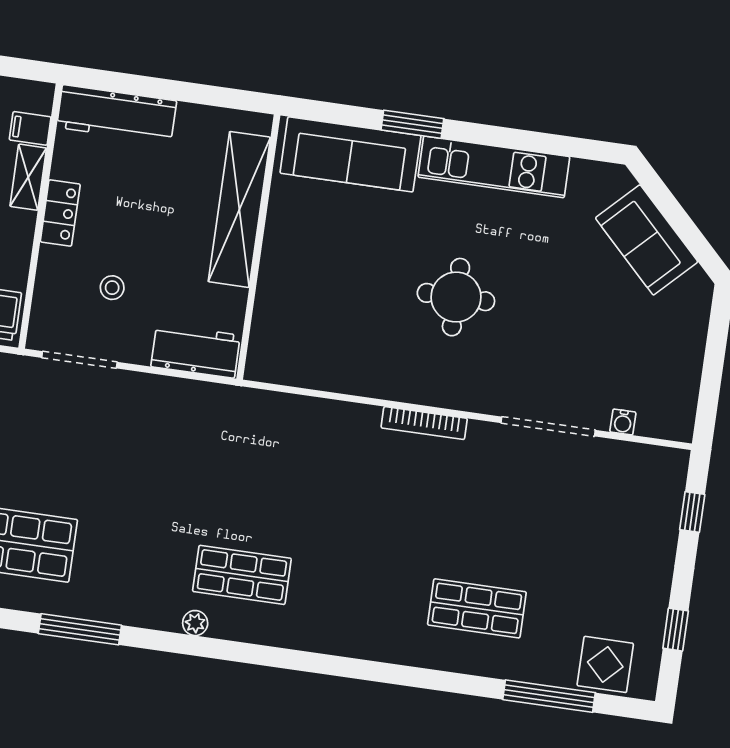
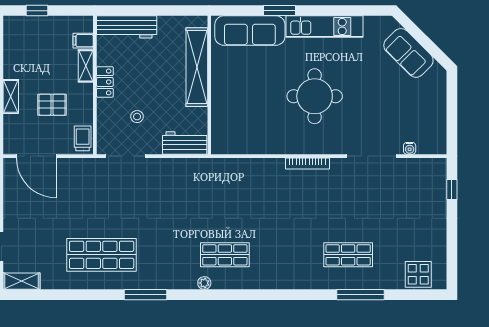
round table: (456, 297) -> (315, 96), width x1.36, depth x1.36
window: (676, 630) -> (452, 251), removed
window: (549, 696) -> (360, 295), moved

